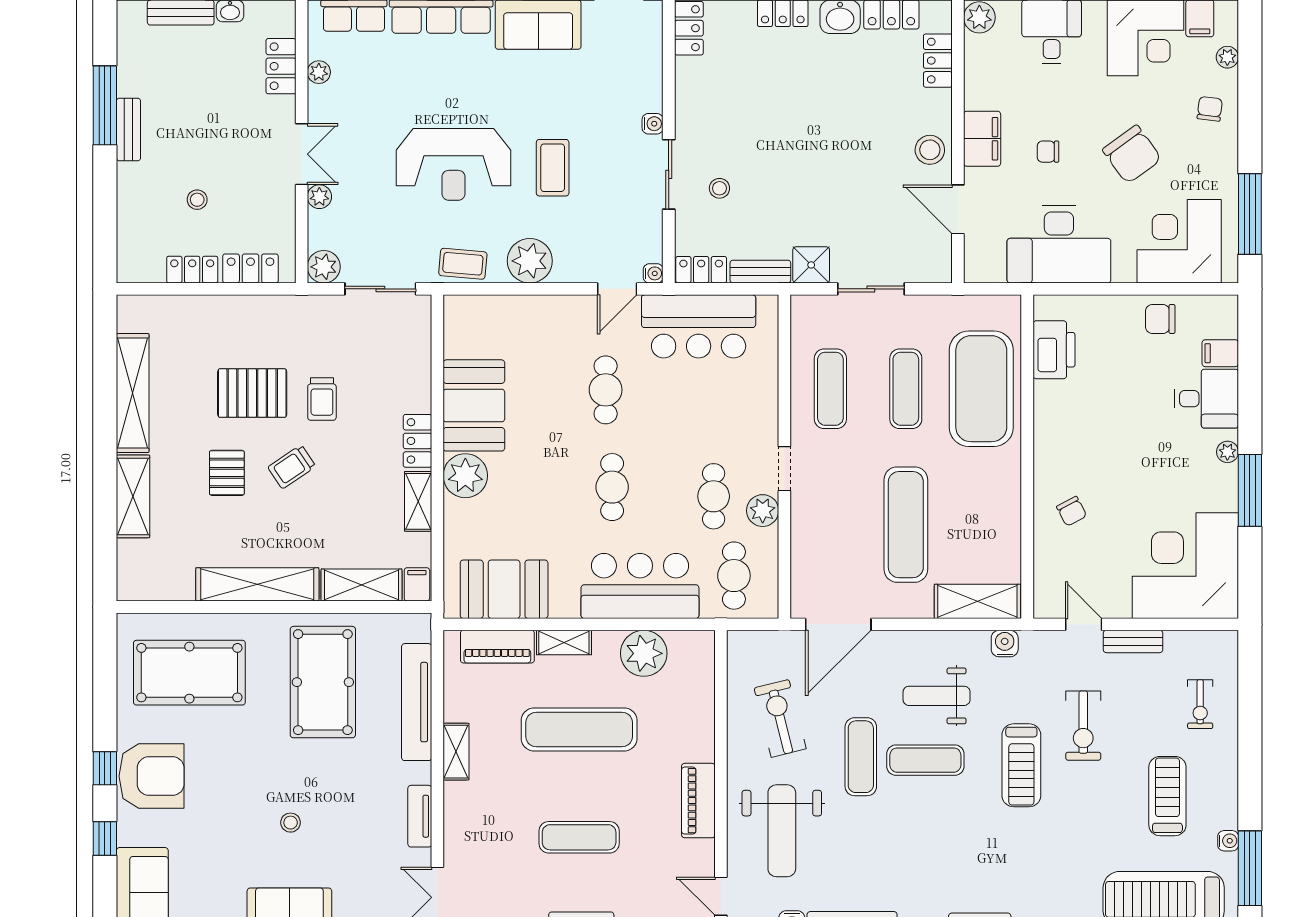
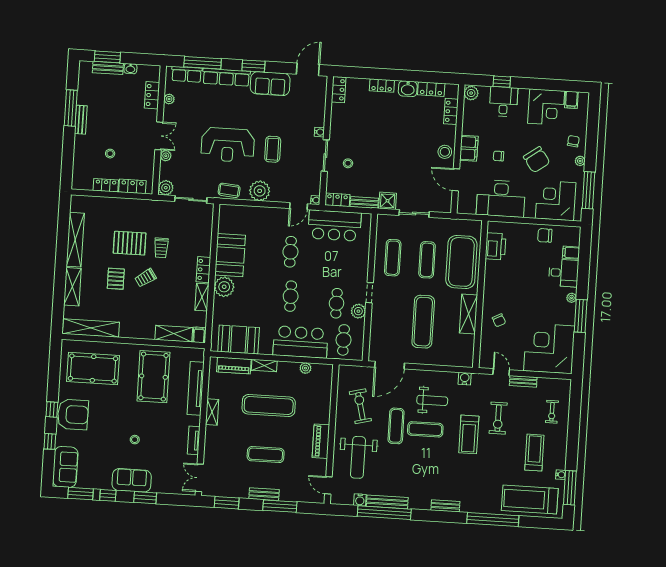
plant: (1227, 57) -> (580, 161), moved
shelving: (257, 584) -> (91, 328), moved
shelving: (977, 601) -> (469, 314), moved, turned 90
plant: (644, 653) -> (305, 368), width x0.53, depth x0.53
weight bench: (937, 696) -> (432, 400), turned 180

